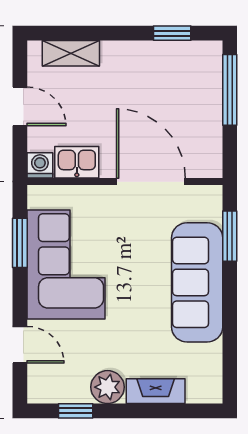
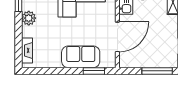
sofa: (197, 282) -> (81, 57), width x0.73
fireplace: (156, 391) -> (27, 50), moved

